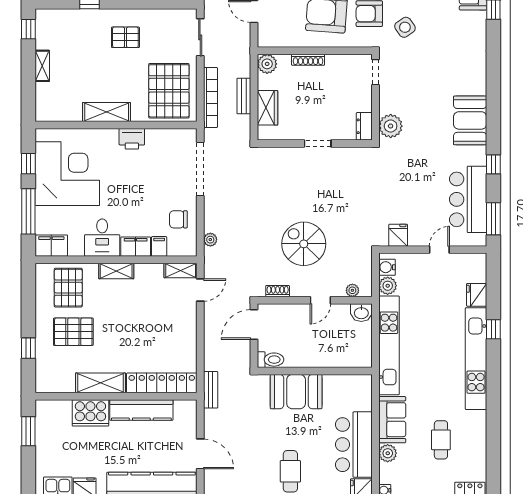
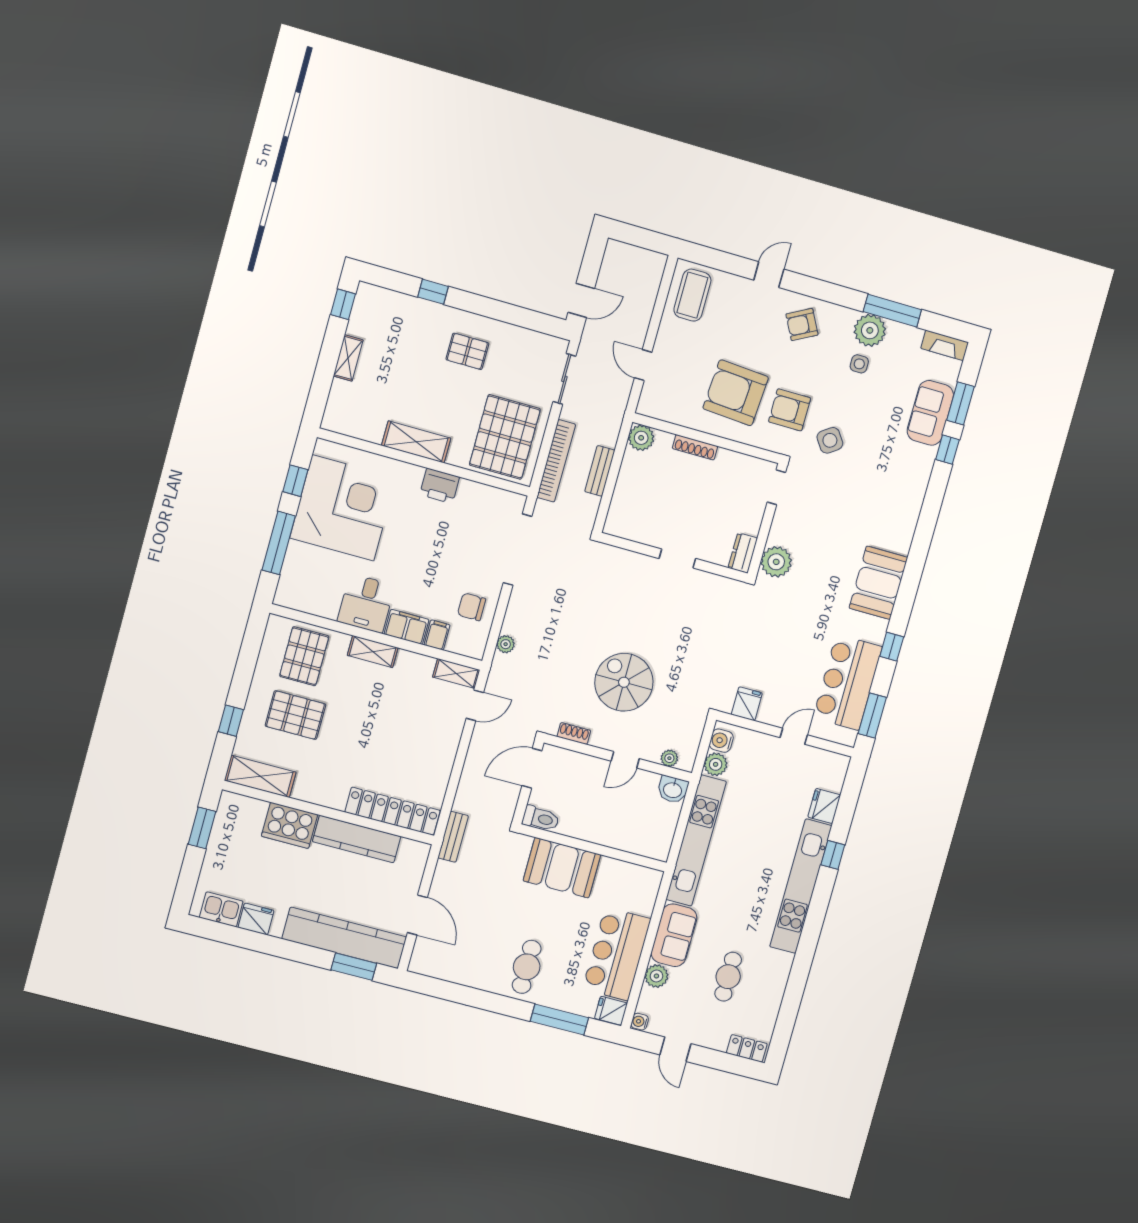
wardrobe: (268, 108) -> (626, 495), removed
filing cabinet: (51, 246) -> (297, 596), removed
shelving: (101, 383) -> (260, 776), moved

